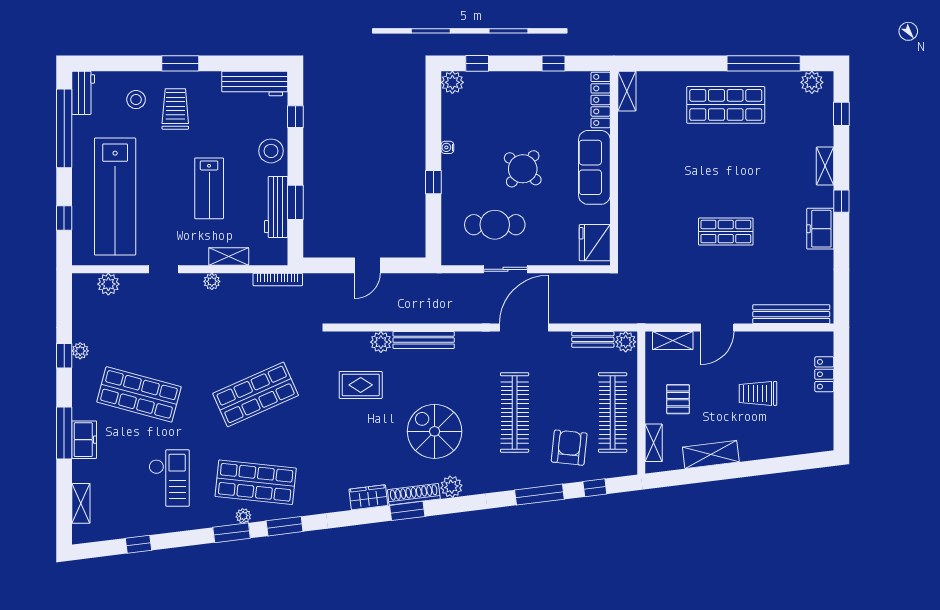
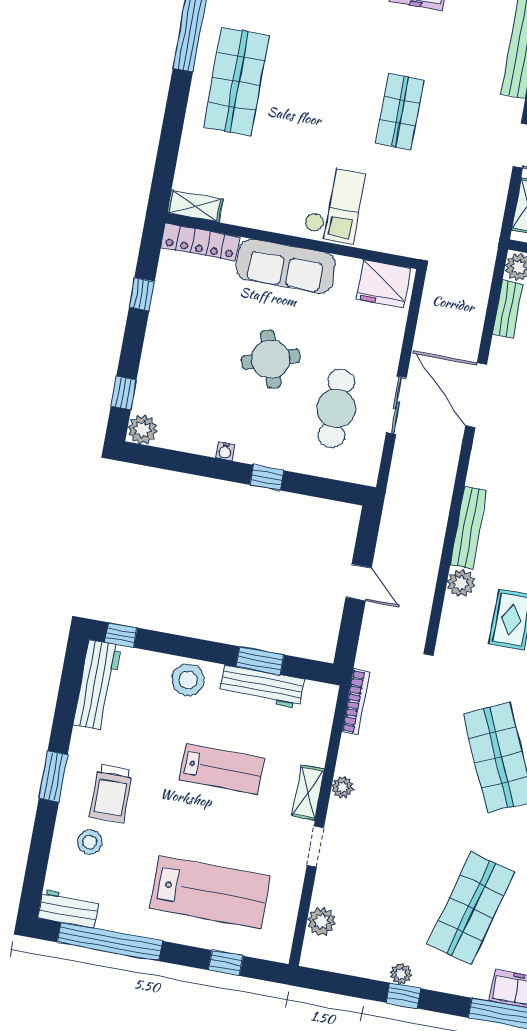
trolley: (175, 109) -> (111, 794), turned -90
window: (295, 117) -> (121, 635), moved
round table: (523, 169) -> (271, 359), turned 32
checkout: (647, 195) -> (334, 205), added
lab bench: (115, 197) -> (210, 892), width x0.73
shelving: (229, 256) -> (308, 793), moved

